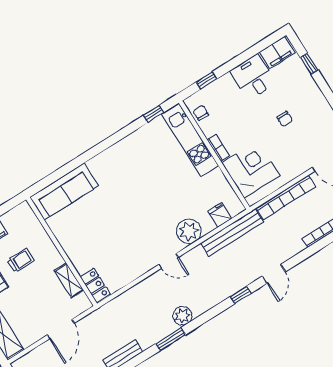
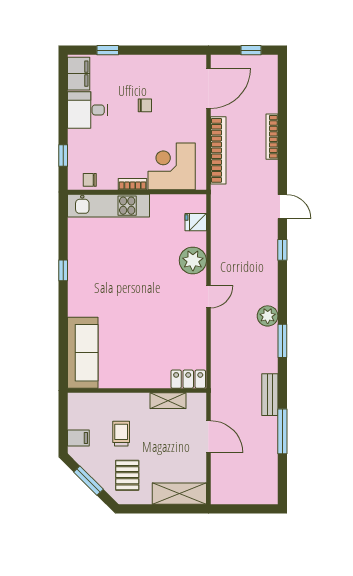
window: (153, 114) -> (63, 270), moved
bench: (232, 233) -> (219, 221), removed

